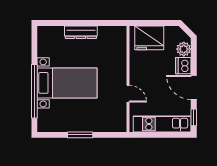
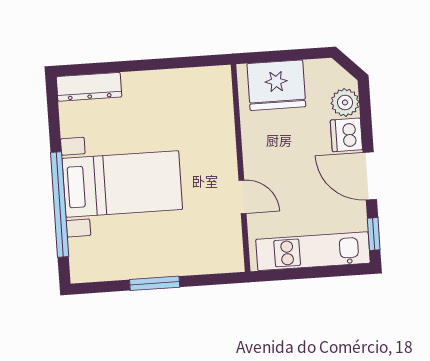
dresser: (81, 32) -> (89, 87), moved

